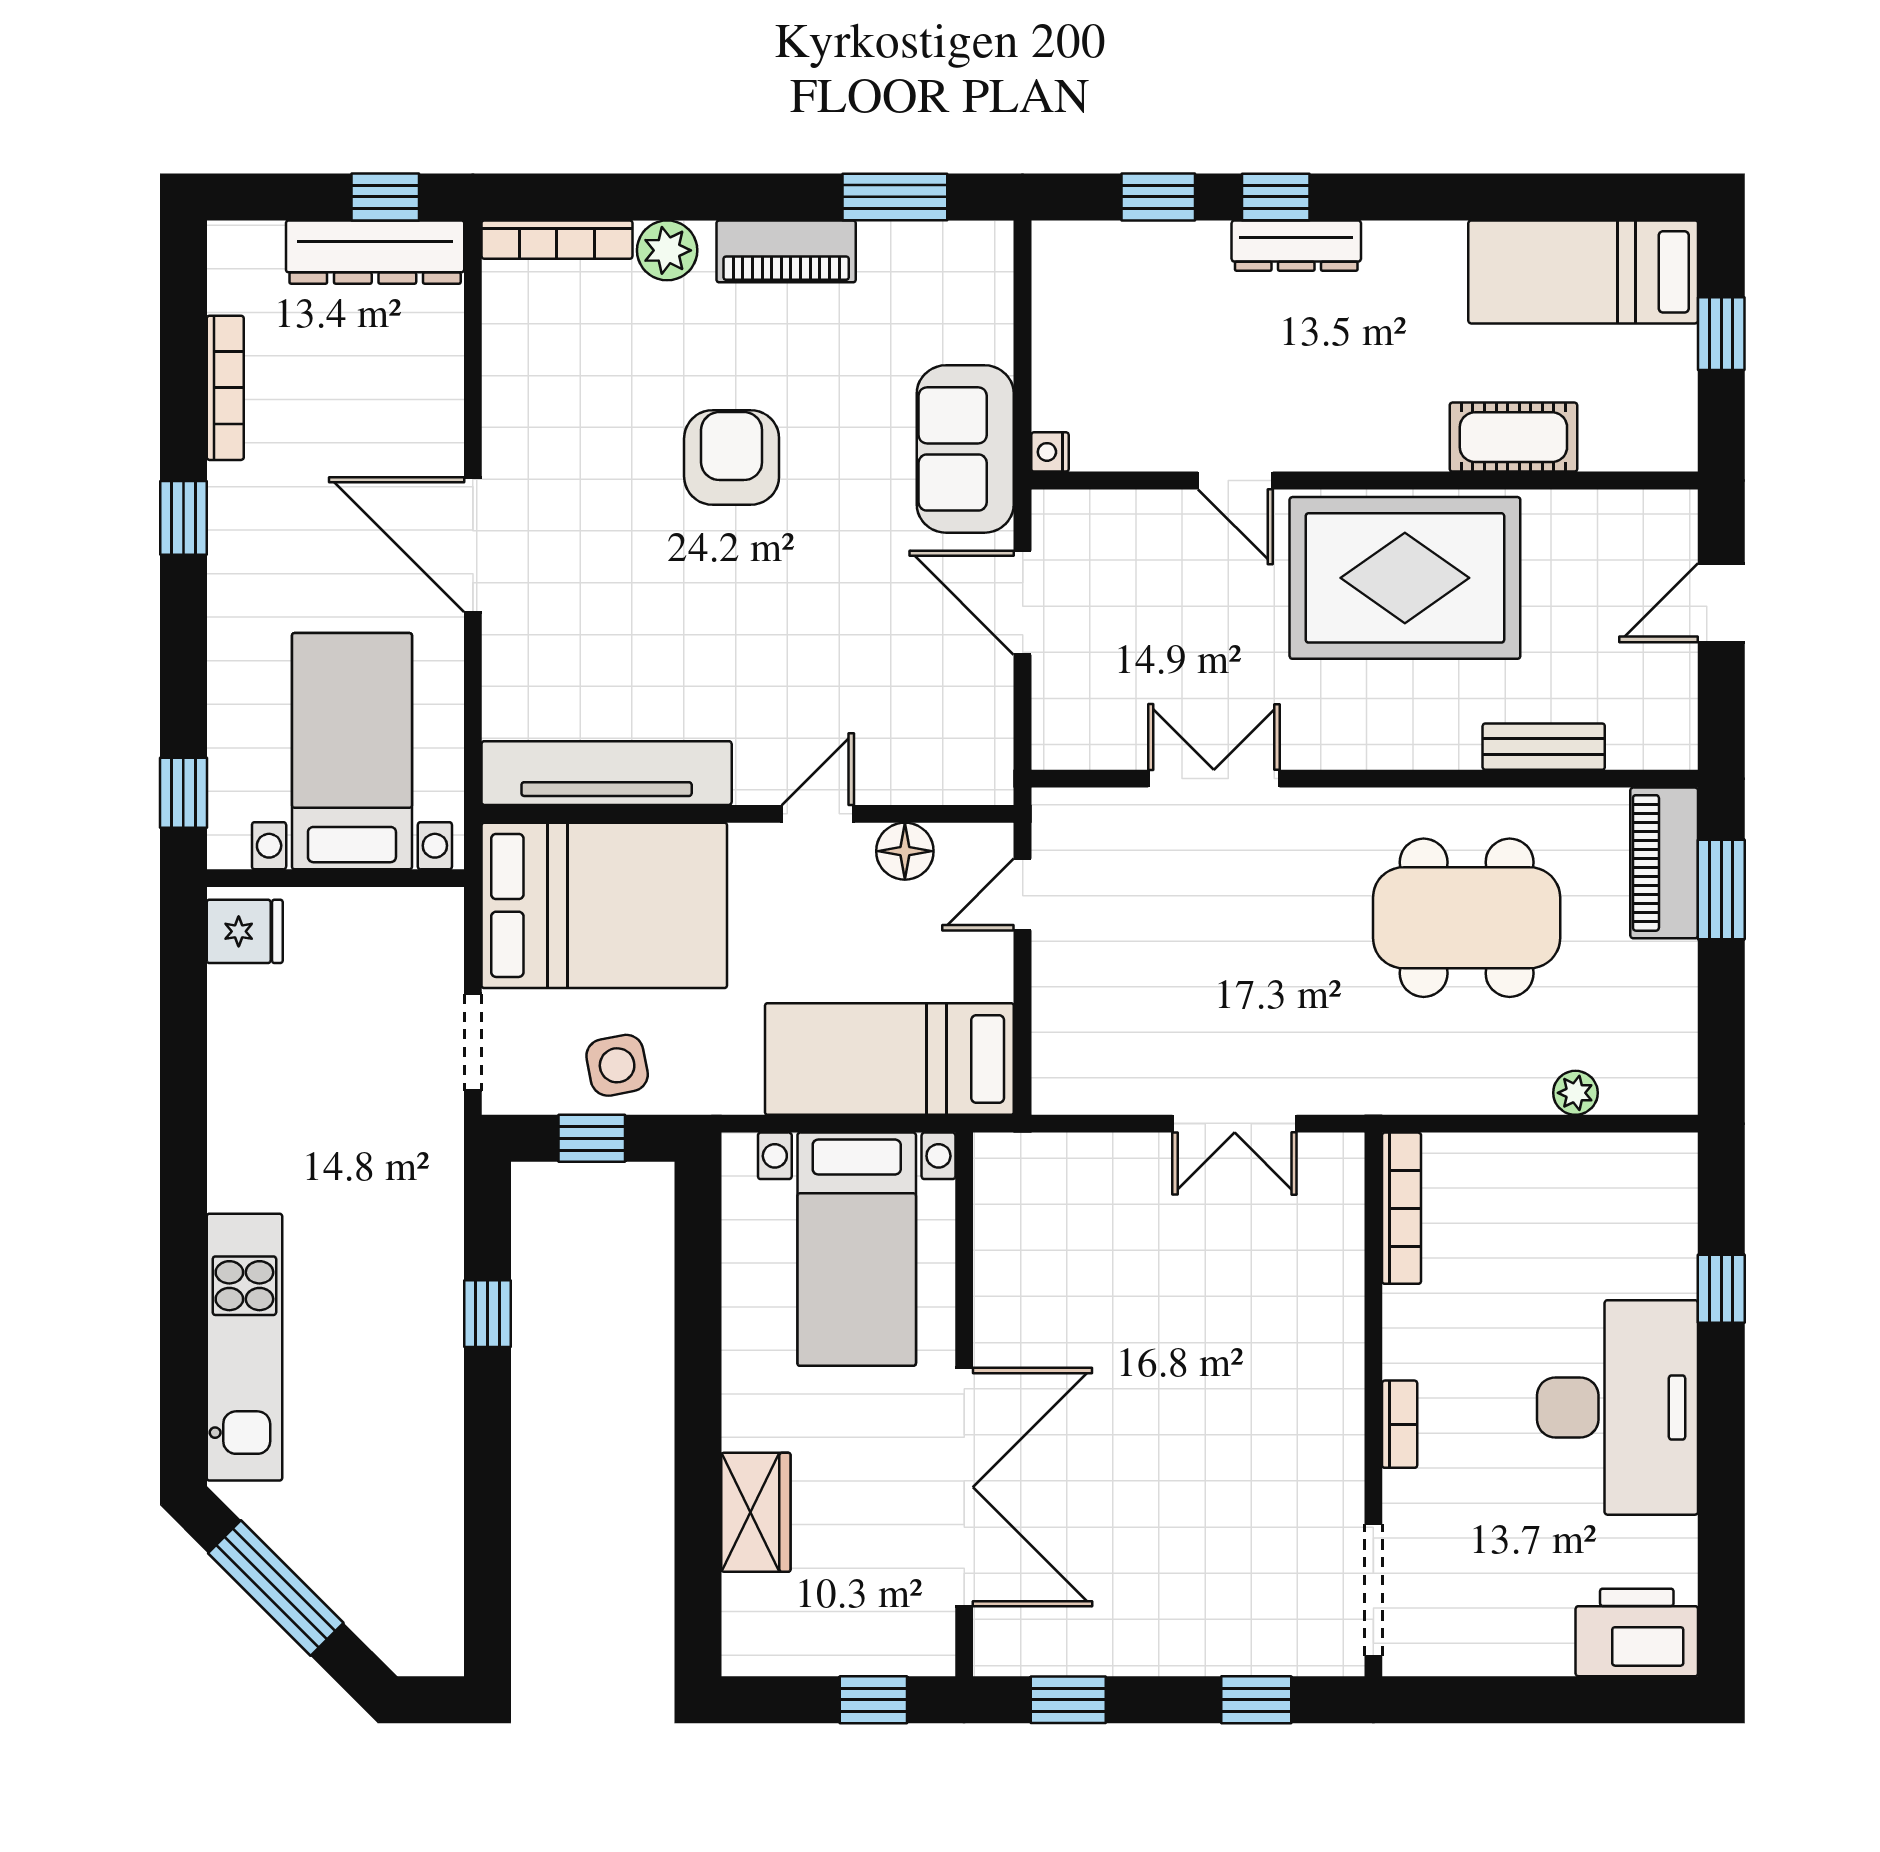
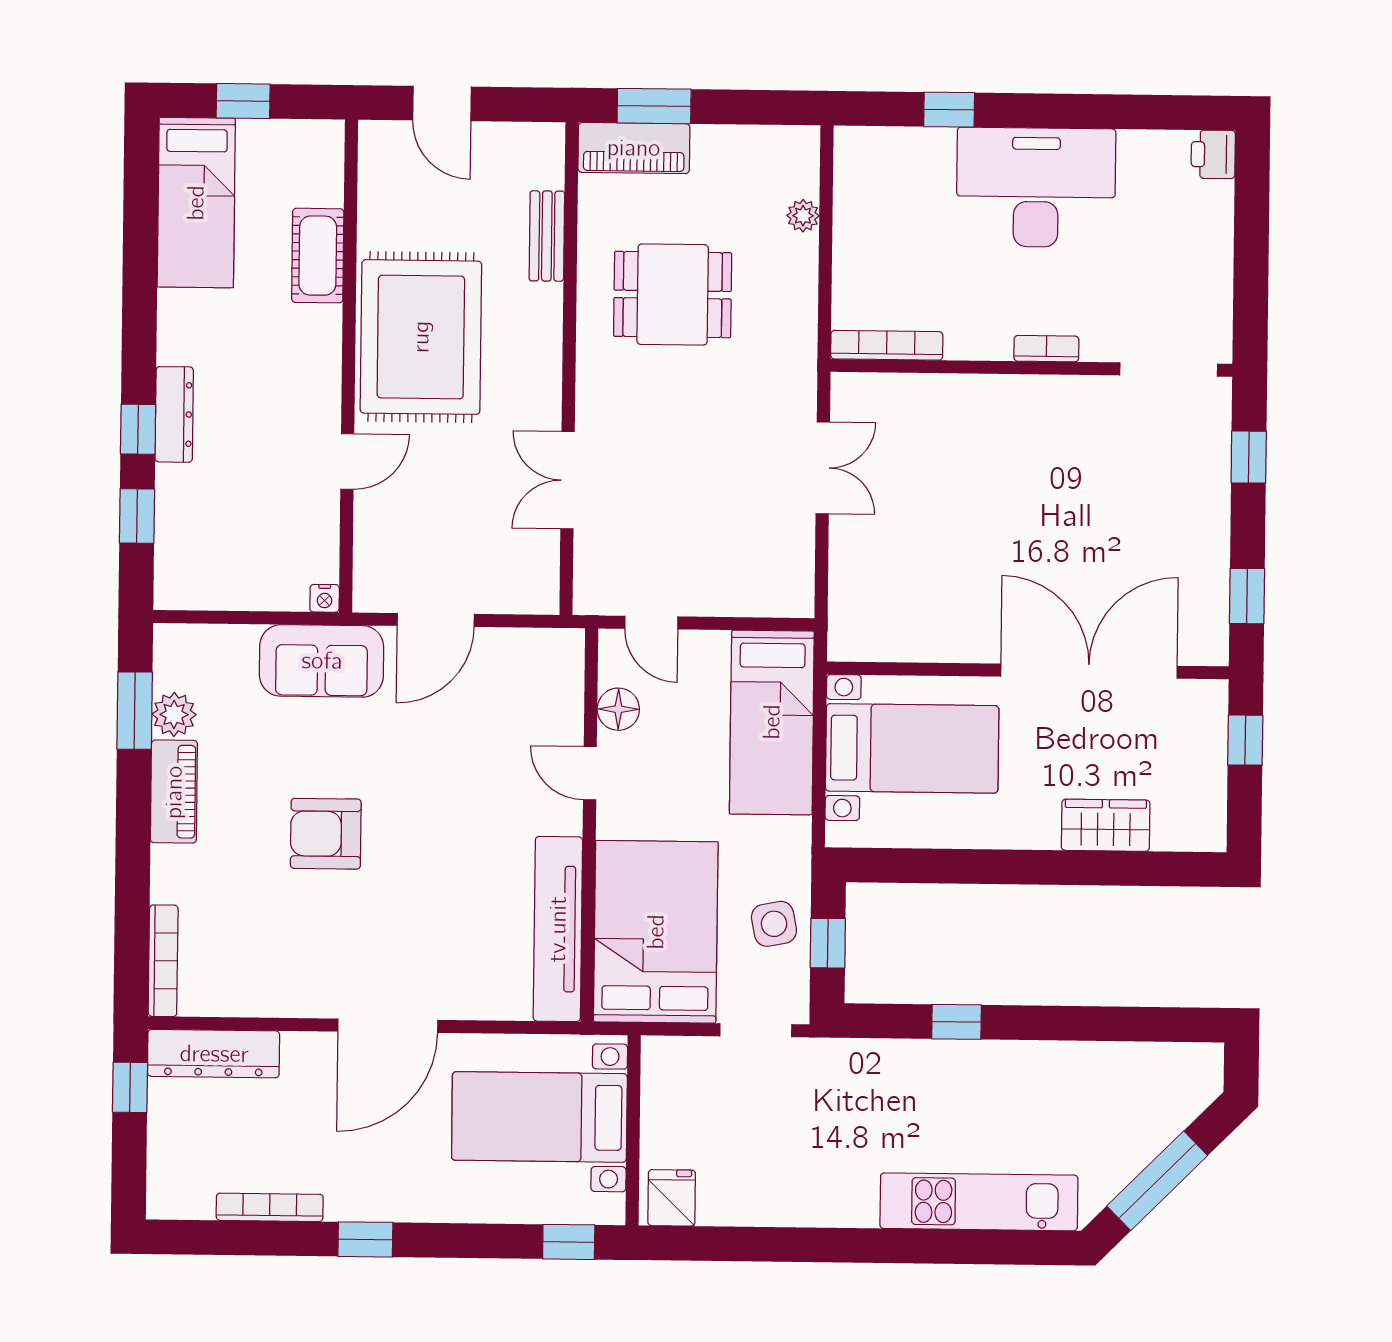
plant: (667, 250) -> (174, 714), moved
dresser: (375, 252) -> (214, 1054), moved, turned 90
dining table: (1467, 918) -> (673, 295), width x0.73
printer: (1637, 1632) -> (1213, 154), width x0.53, depth x0.68

